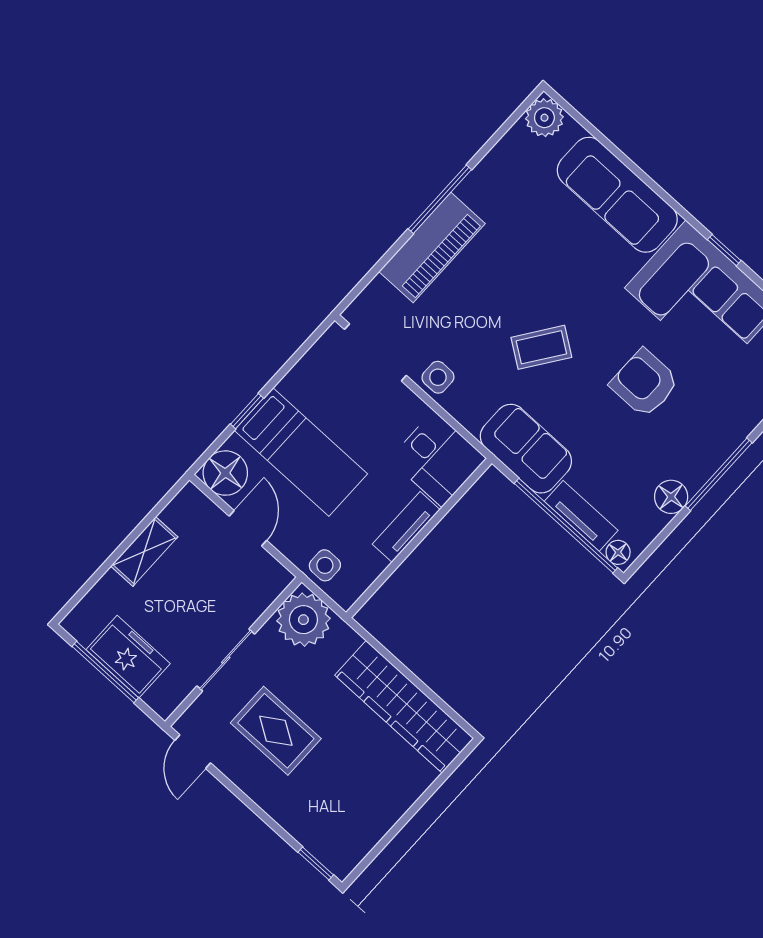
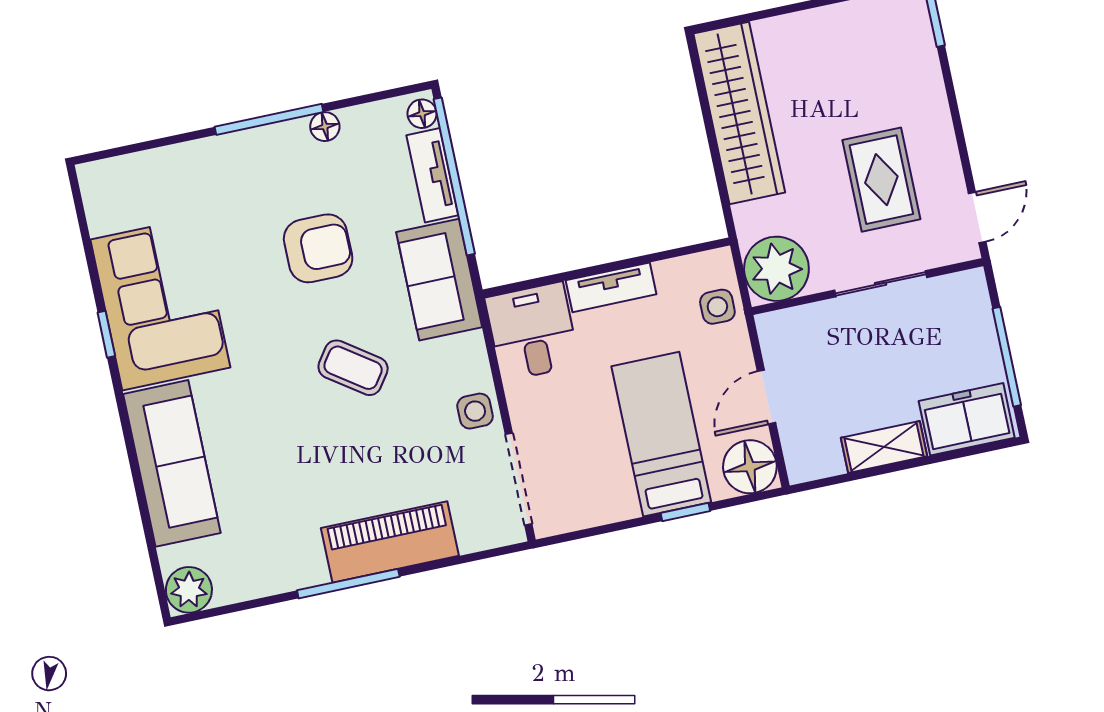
armchair: (645, 383) -> (318, 248), moved, turned -90
floor lamp: (671, 497) -> (325, 127), width x0.73, depth x0.73
freezer: (128, 657) -> (967, 419), moved, turned 90

